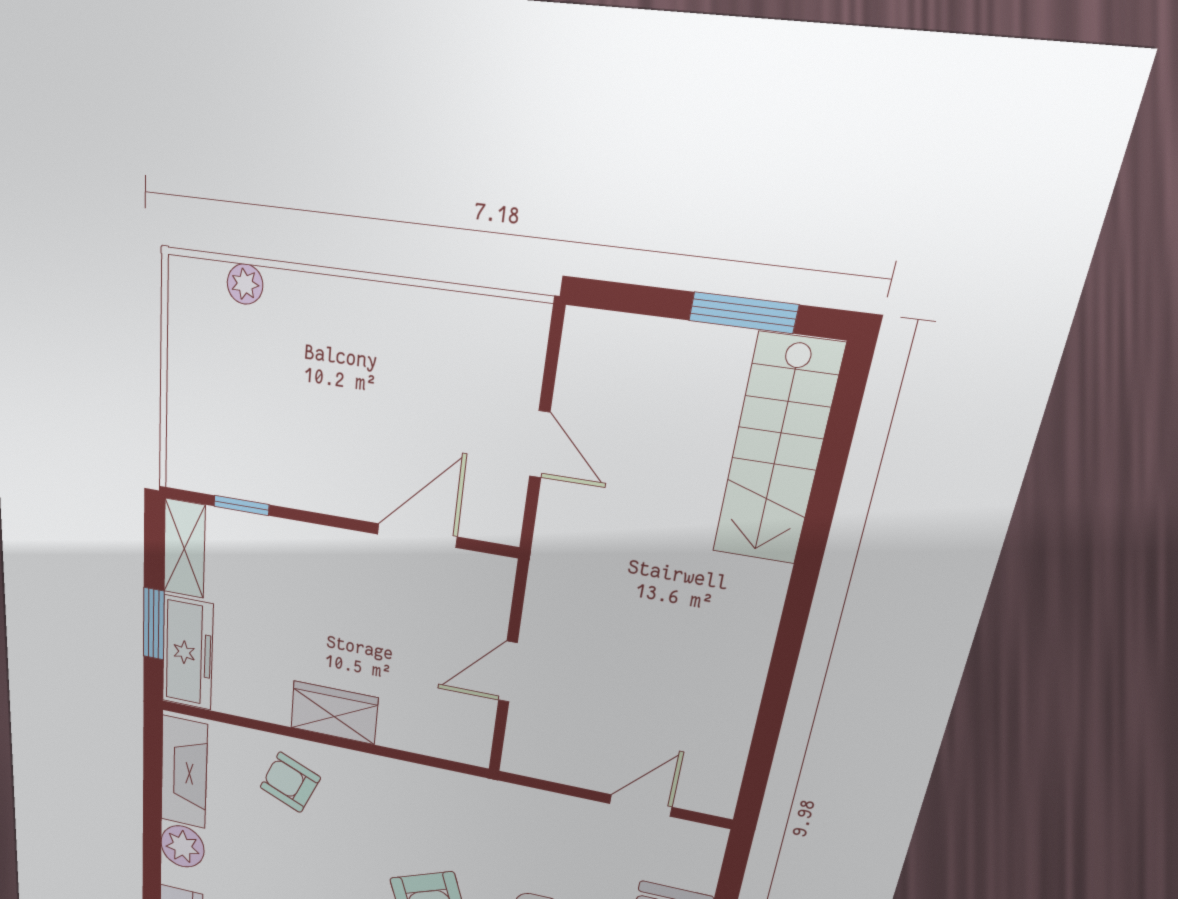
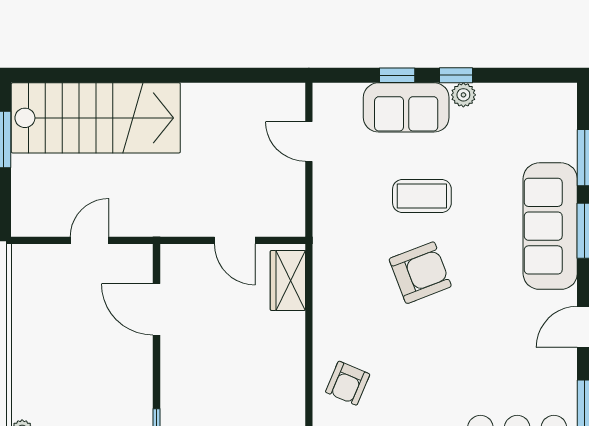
stairs: (777, 451) -> (96, 118), width x1.36, depth x1.51
wardrobe: (334, 713) -> (288, 280), moved

